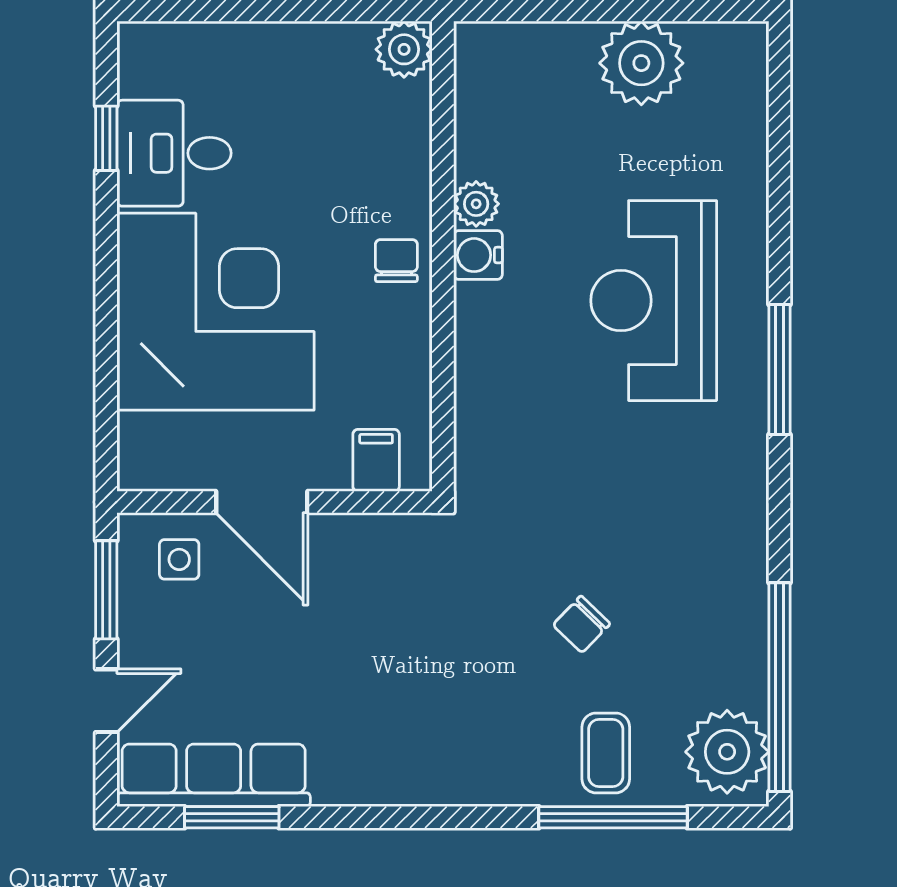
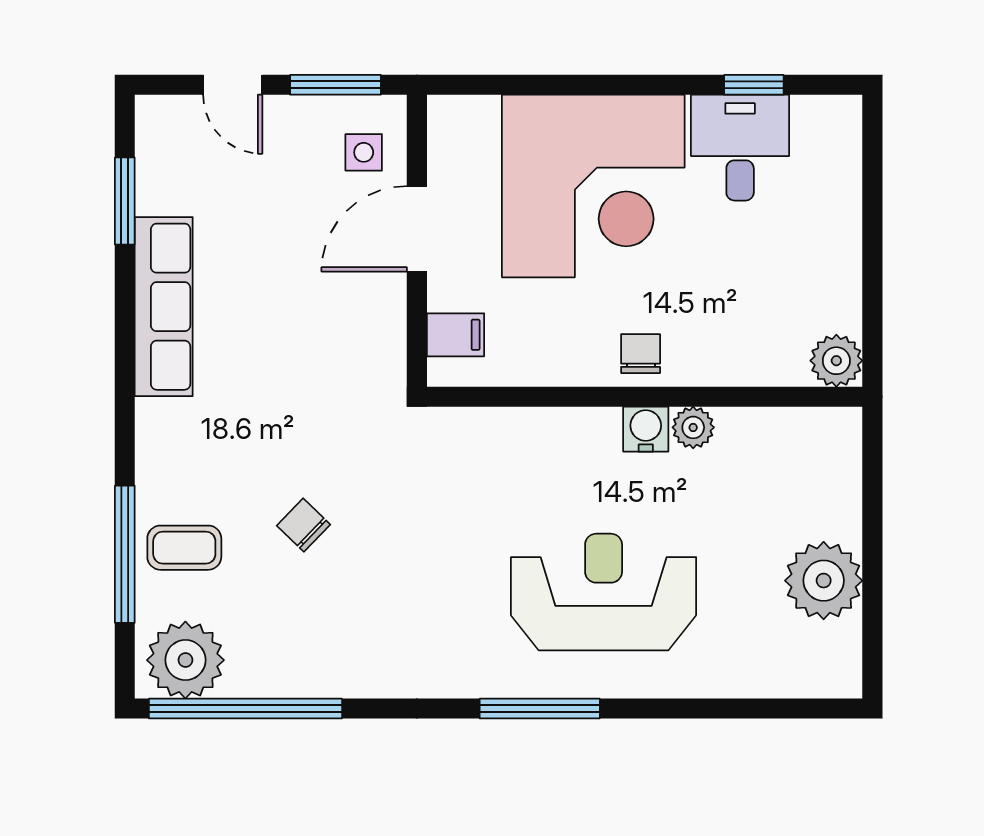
chair: (396, 261) -> (641, 354), turned -90
row of seats: (214, 775) -> (164, 307), moved

